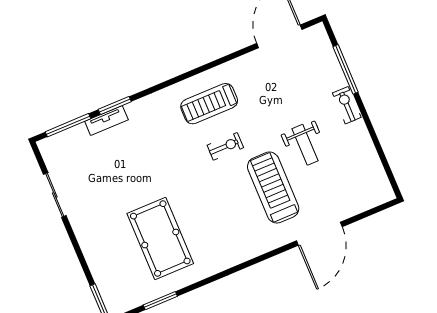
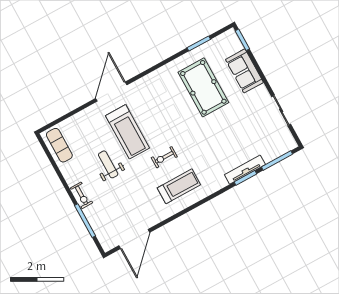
tv unit: (106, 121) -> (245, 170), width x1.41
exercise mat: (370, 179) -> (59, 145), added
door: (319, 234) -> (111, 92), moved
sofa: (100, 256) -> (244, 71), added

